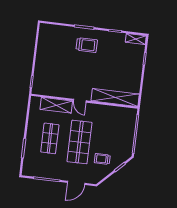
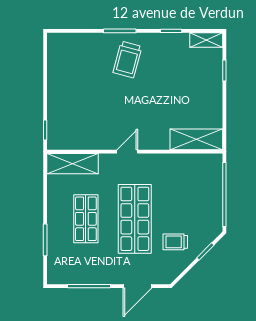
trolley: (87, 45) -> (127, 60), turned 105
shelving: (115, 97) -> (196, 139), width x0.68
door: (80, 101) -> (127, 152), swing flipped
shelving: (56, 105) -> (72, 164), moved

